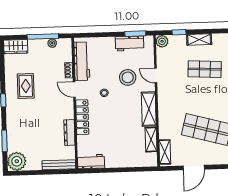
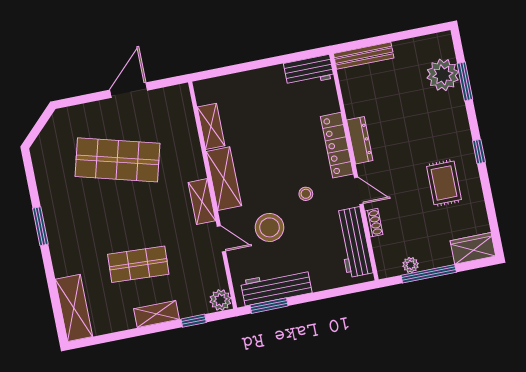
workbench: (130, 43) -> (276, 287), width x1.38
dresser: (69, 133) -> (360, 140), moved
shelving: (165, 152) -> (202, 202), moved
plant: (17, 161) -> (443, 75), moved

